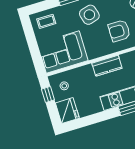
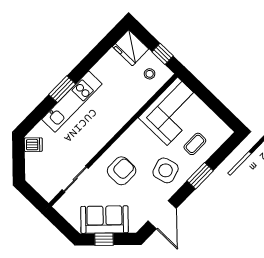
coffee table: (46, 21) -> (195, 144), moved
kitchen counter: (107, 66) -> (114, 123), removed

